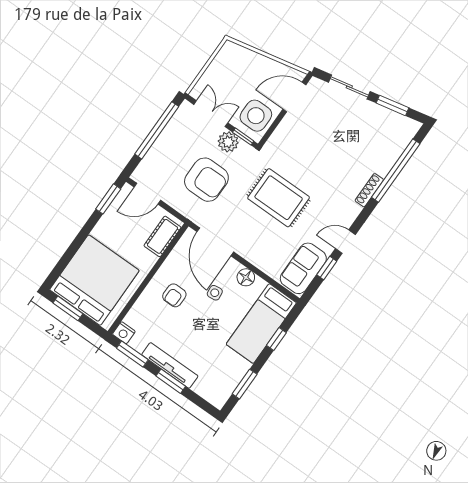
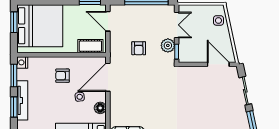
side table: (256, 116) -> (218, 20), moved, width x0.54, depth x0.54
armchair: (206, 180) -> (139, 48), width x0.53, depth x0.53
rug: (279, 198) -> (157, 95), removed

